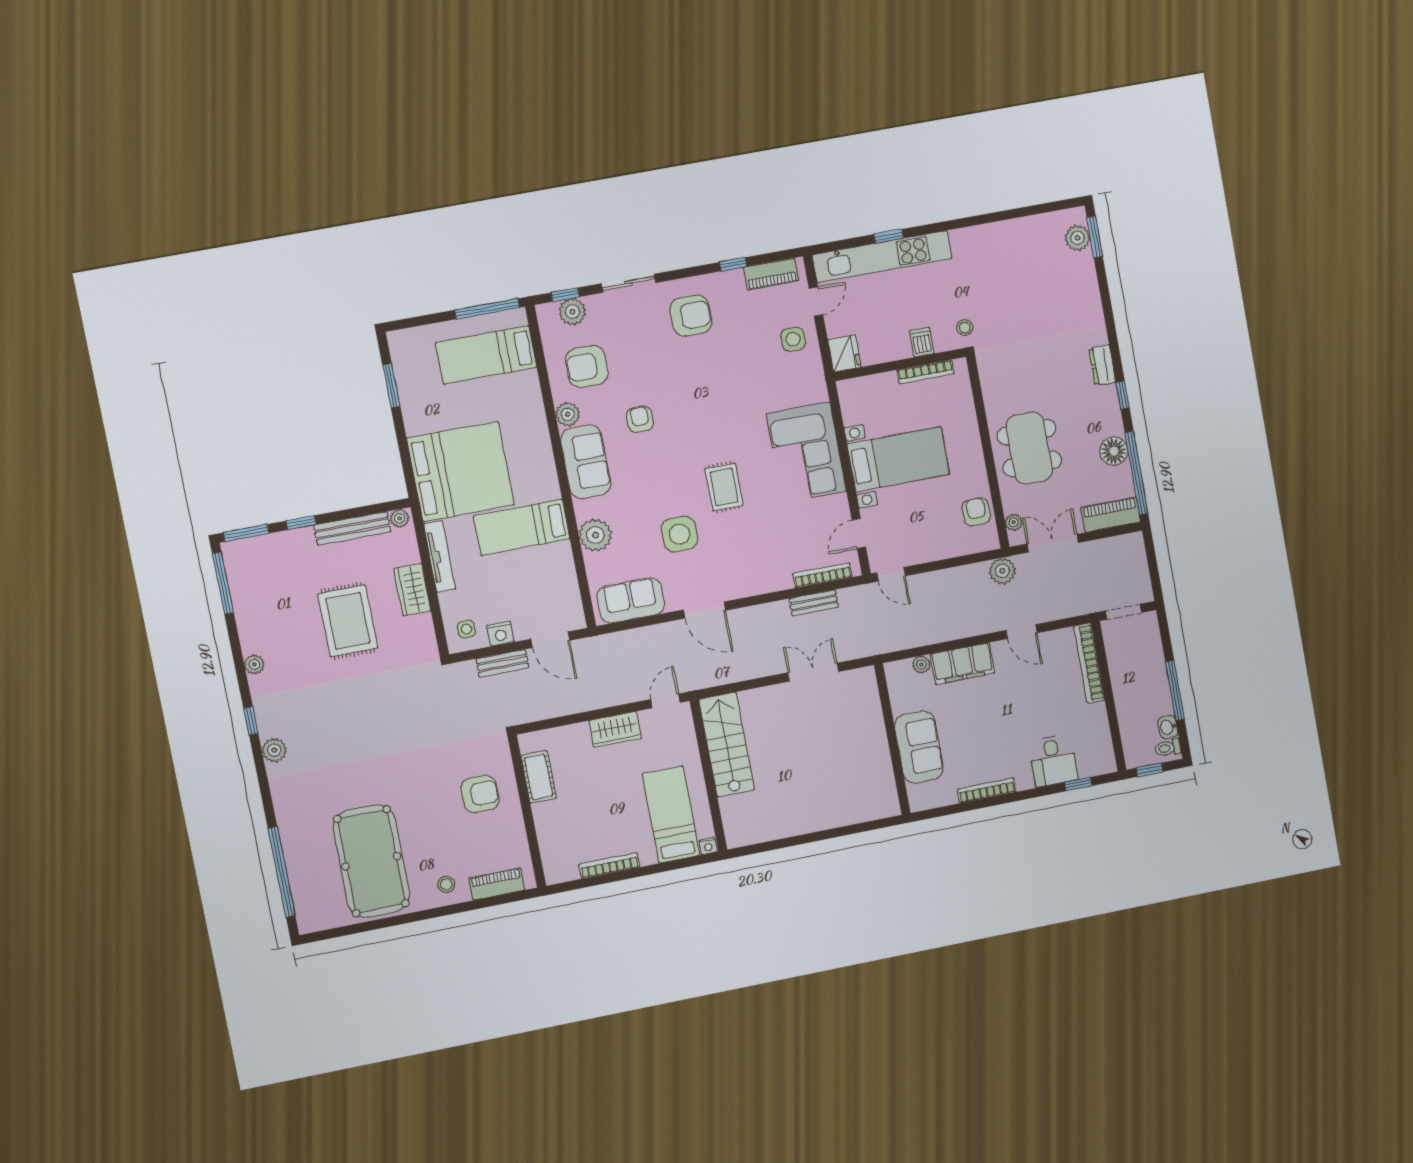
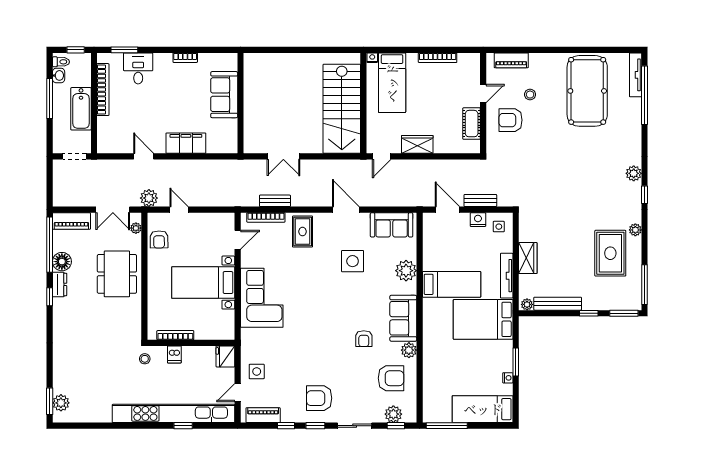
kitchen unit: (882, 257) -> (173, 413), width x1.36
window: (688, 272) -> (315, 426), added
bed: (486, 355) -> (483, 409), moved, turned 180
dresser: (1102, 365) -> (60, 284), moved
window: (391, 386) -> (516, 362), moved
nightstand: (407, 400) -> (508, 378), added
bed: (461, 472) -> (483, 319), width x0.73
rug: (724, 487) -> (303, 232), moved
door: (891, 574) -> (179, 210), moved
rug: (348, 621) -> (610, 253), moved
bookcase: (1089, 663) -> (103, 90), moved
plant: (921, 665) -> (213, 148), removed
bathtub: (1126, 684) -> (81, 109), added
stairs: (727, 745) -> (342, 109), width x1.36, depth x1.51
window: (1078, 784) -> (124, 50), width x1.50
bookcase: (987, 790) -> (185, 58), width x0.64
door: (530, 826) -> (483, 94), added
stool: (446, 884) -> (530, 95), moved
tv unit: (302, 900) -> (636, 75), added

